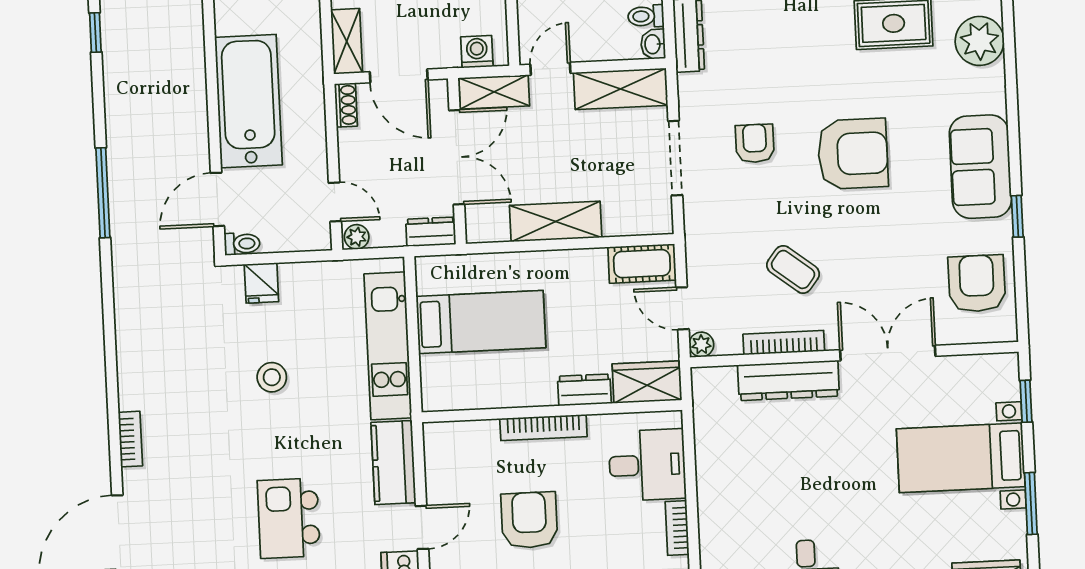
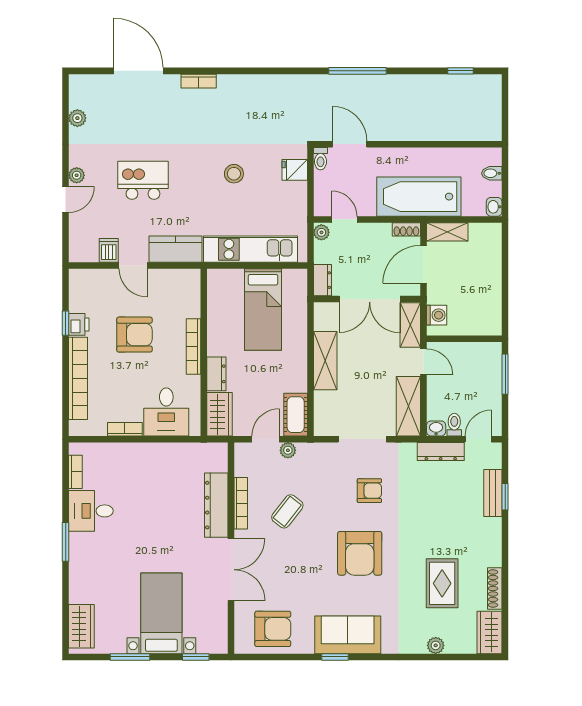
plant: (980, 41) -> (436, 645), width x0.53, depth x0.53
bathtub: (248, 101) -> (419, 197), moved, turned 180
door: (335, 202) -> (344, 219), swing flipped
window: (1017, 216) -> (335, 657), moved
plant: (701, 344) -> (288, 450), moved

